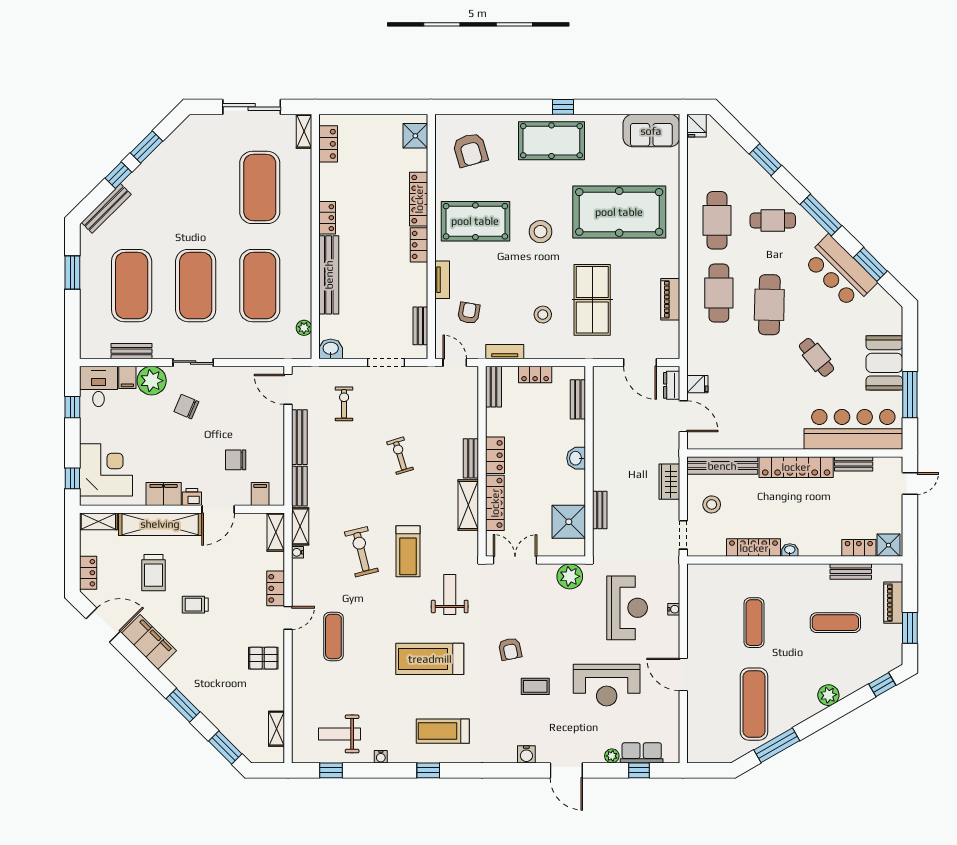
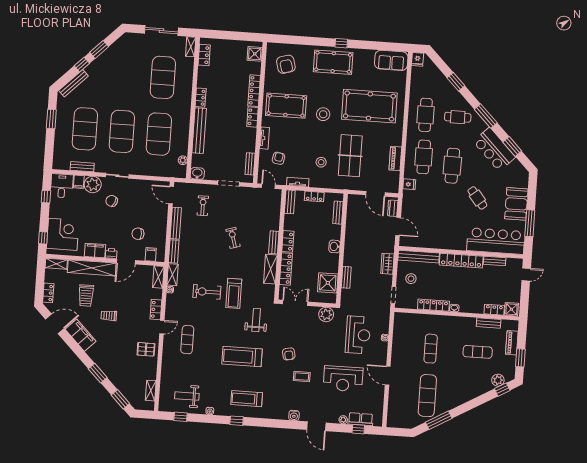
fridge: (697, 384) -> (409, 184), moved
exercise bike: (361, 552) -> (207, 292), turned -76
plant: (828, 695) -> (498, 380), moved

